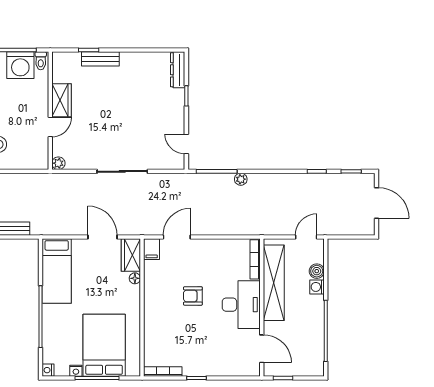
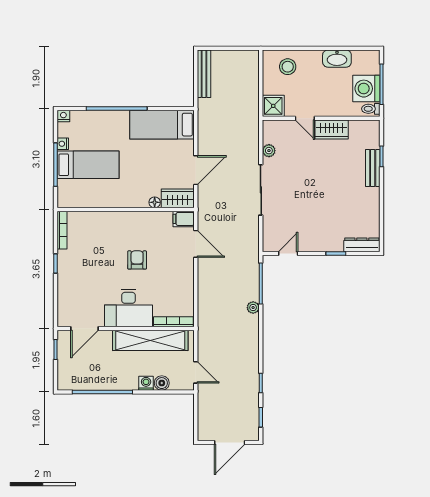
shower: (38, 159) -> (273, 106), added
plant: (58, 163) -> (269, 151), moved
bed: (104, 345) -> (88, 165), width x0.67

